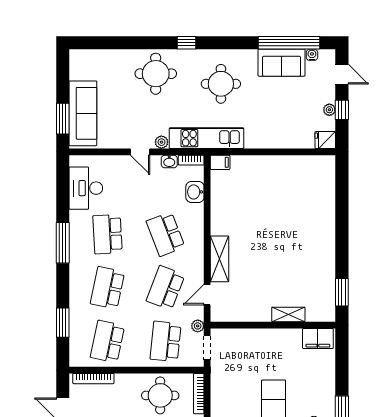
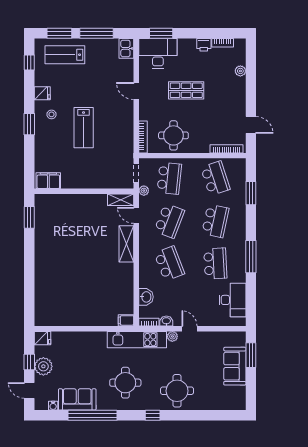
window: (289, 43) -> (92, 415), moved
plant: (329, 110) -> (43, 366), width x1.87, depth x1.87
sofa: (83, 113) -> (235, 366), width x0.73
door: (207, 295) -> (136, 215), swing flipped
shelving: (288, 315) -> (121, 200), moved
school desk: (107, 341) -> (215, 178), turned -30

